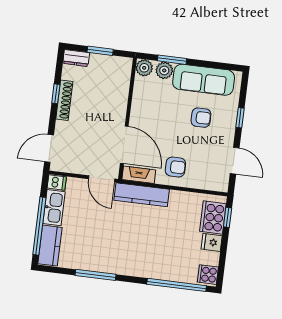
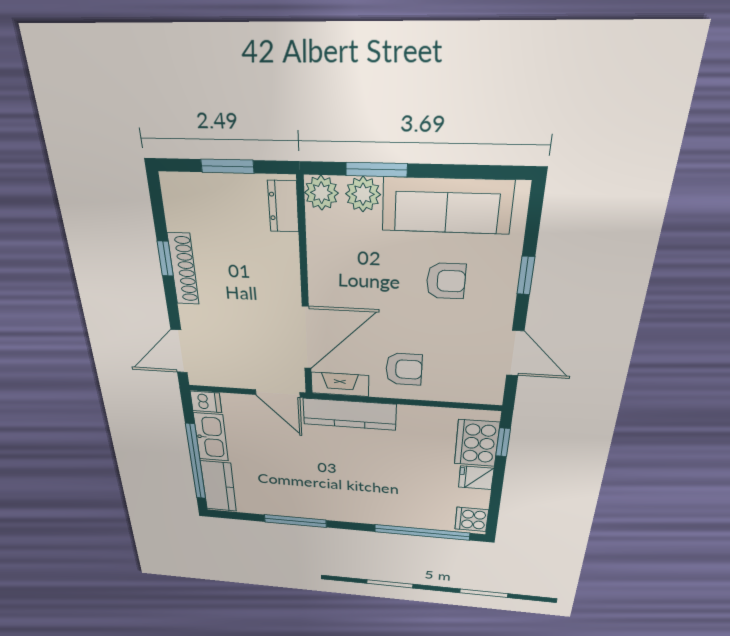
dresser: (76, 58) -> (283, 206), moved, turned 90
door: (124, 145) -> (307, 338), hinge flipped

